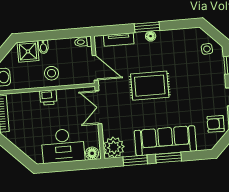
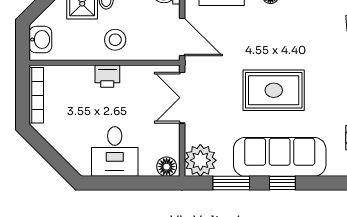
rug: (150, 86) -> (274, 90), moved
desk: (63, 146) -> (115, 151), width x0.73
window: (169, 158) -> (282, 183), width x0.67

